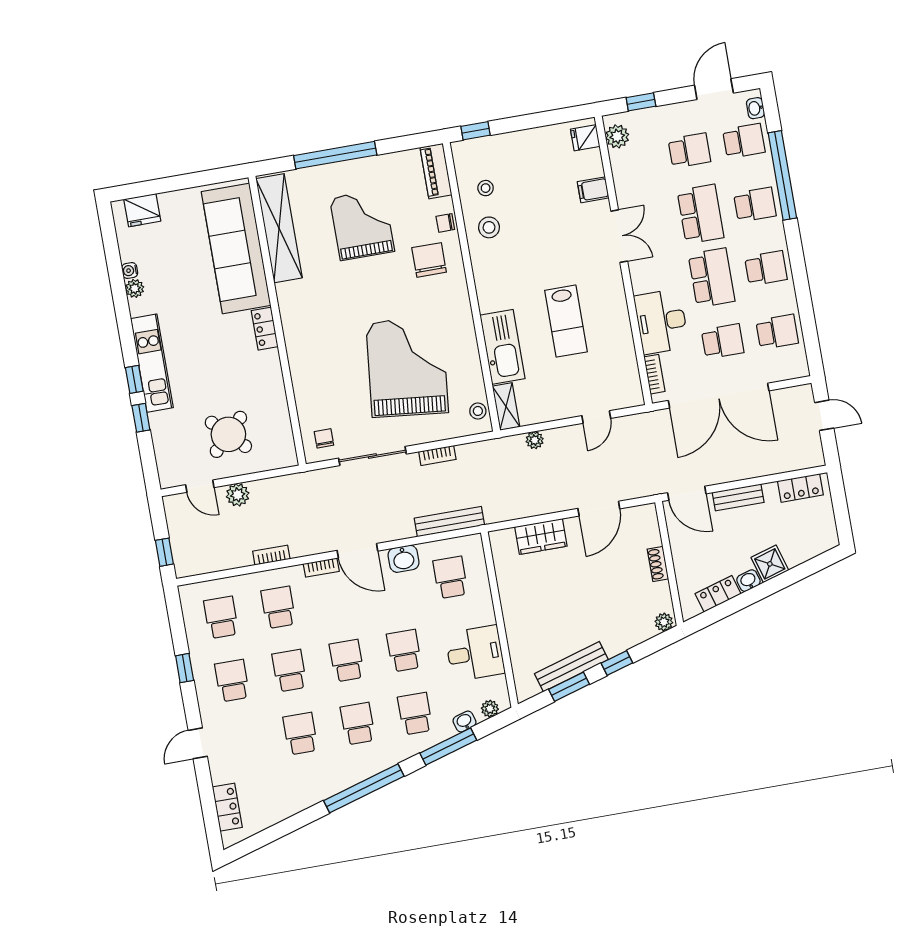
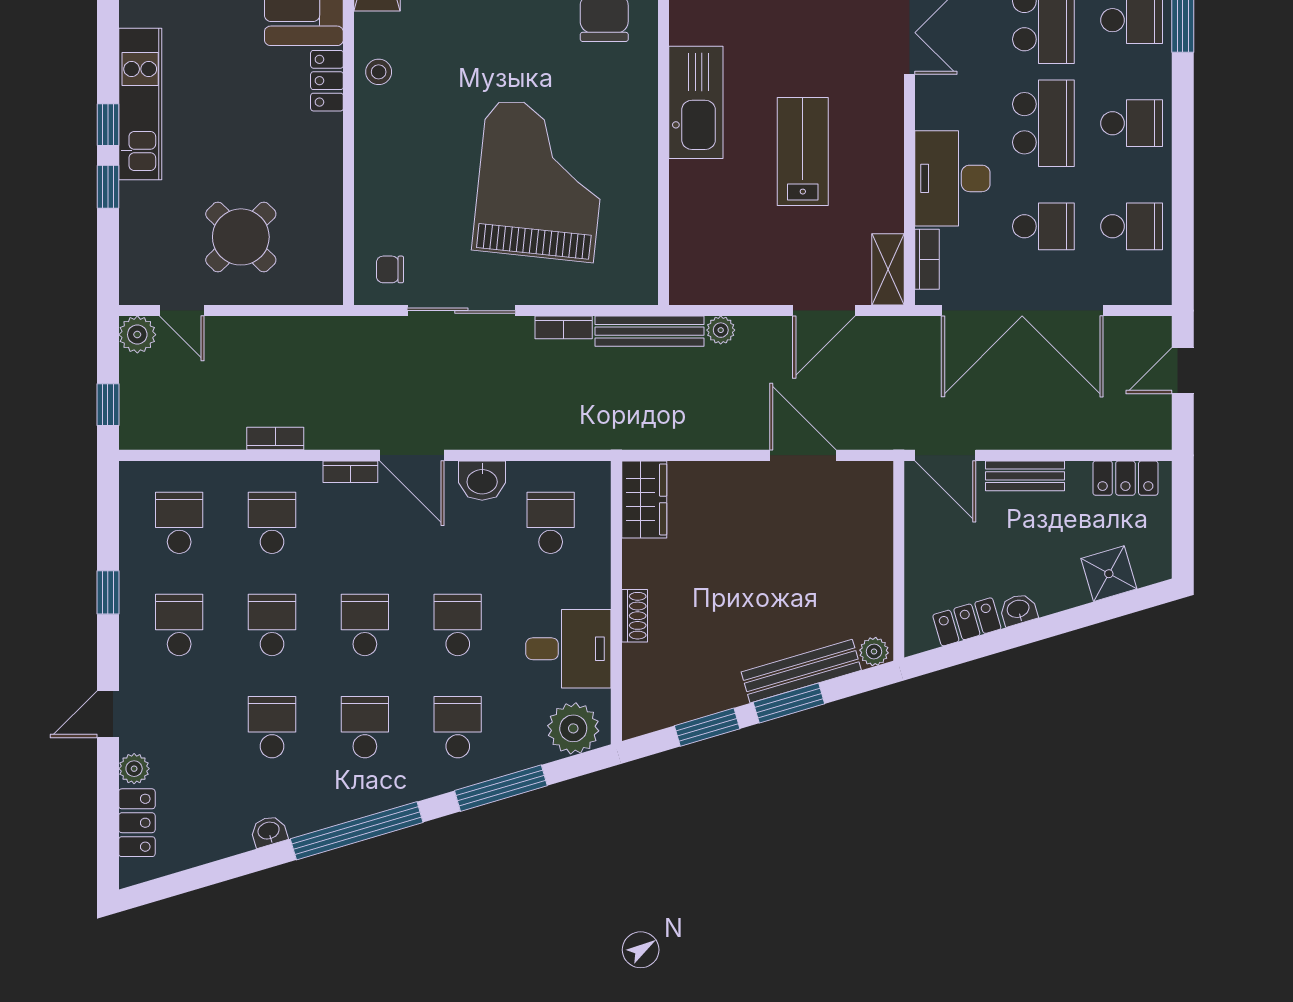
lab bench: (566, 321) -> (803, 151), turned 180
kitchen sink: (503, 347) -> (696, 102), moved
shelving: (506, 407) -> (888, 269), moved
stool: (478, 411) -> (379, 72), moved
door: (824, 415) -> (1183, 371), swing flipped
door: (596, 417) -> (824, 311), width x1.38
chair: (324, 438) -> (390, 269), turned -90
plant: (238, 495) -> (137, 335), moved
door: (599, 509) -> (803, 455), swing flipped
bench: (449, 522) -> (649, 331), moved
wardrobe: (541, 536) -> (644, 499), moved, turned -90
shoe rack: (658, 564) -> (635, 616), moved, turned 180
shower: (770, 564) -> (1109, 574), moved
window: (617, 663) -> (789, 703), width x1.50
bench: (571, 667) -> (801, 671), moved
plant: (490, 709) -> (573, 728), width x1.87, depth x1.87
washbasin: (464, 722) -> (269, 831), moved
plant: (220, 774) -> (134, 769), added

